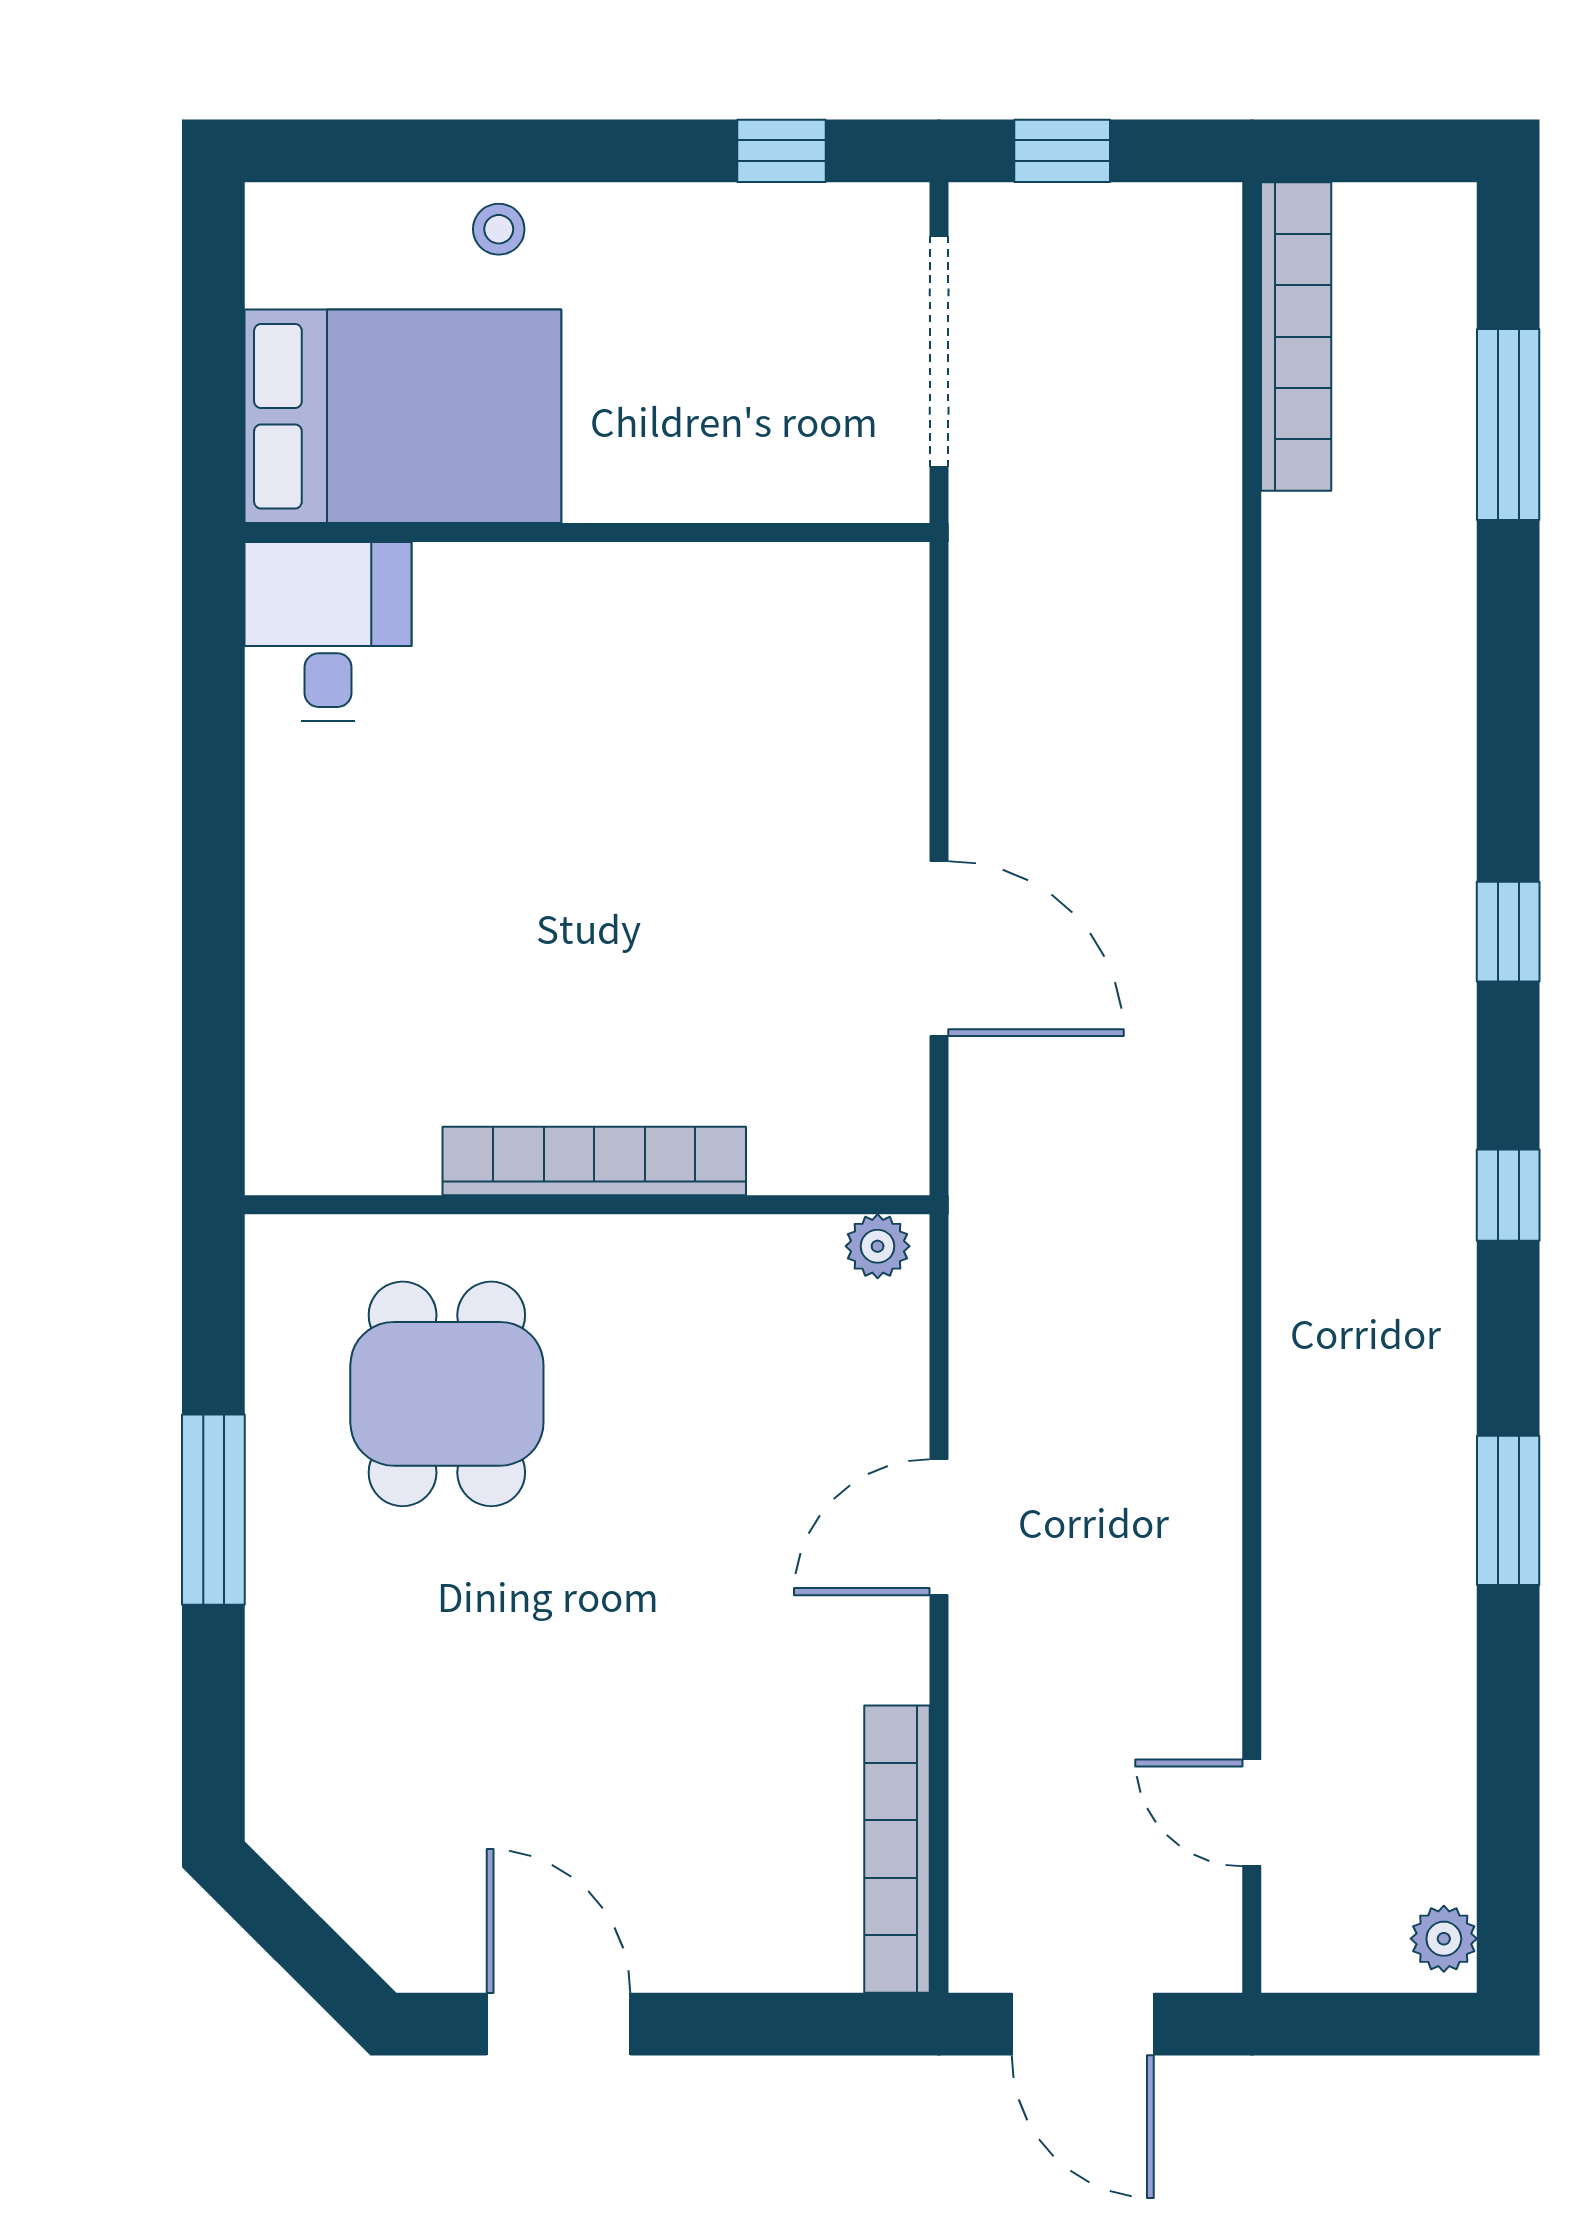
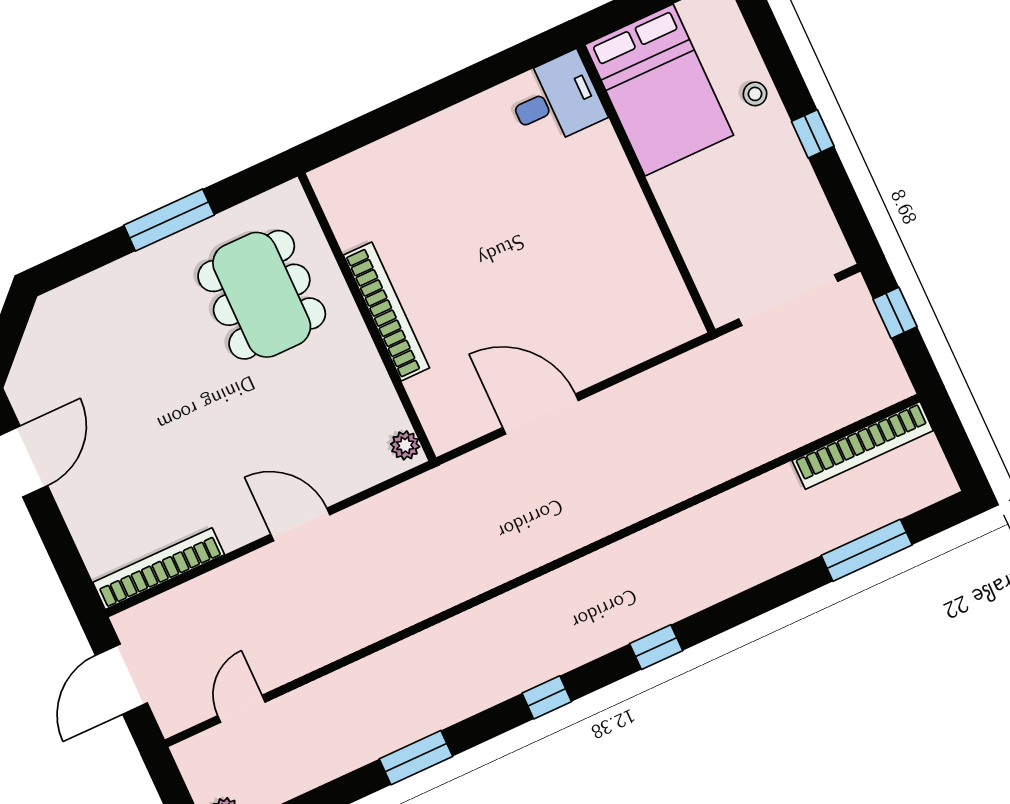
window: (782, 151) -> (813, 134), moved
door: (939, 949) -> (540, 414), swing flipped
dining table: (447, 1394) -> (262, 295), width x1.38

